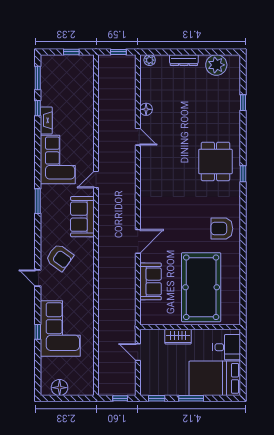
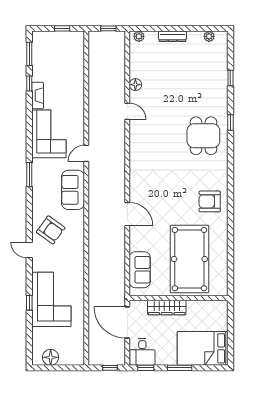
plant: (216, 65) -> (209, 36), width x0.53, depth x0.53
window: (243, 174) -> (230, 122), moved
door: (138, 241) -> (127, 214), hinge flipped
sofa: (150, 281) -> (140, 270), moved
wardrobe: (178, 337) -> (167, 307), width x1.50
desk: (227, 347) -> (142, 352), moved, turned 90
door: (138, 352) -> (127, 323), width x1.88

